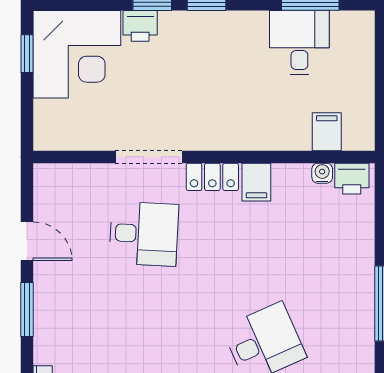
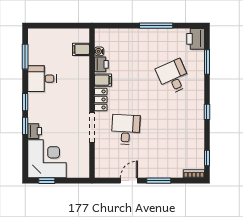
desk: (299, 43) -> (42, 79), moved
printer: (352, 179) -> (101, 64), moved

